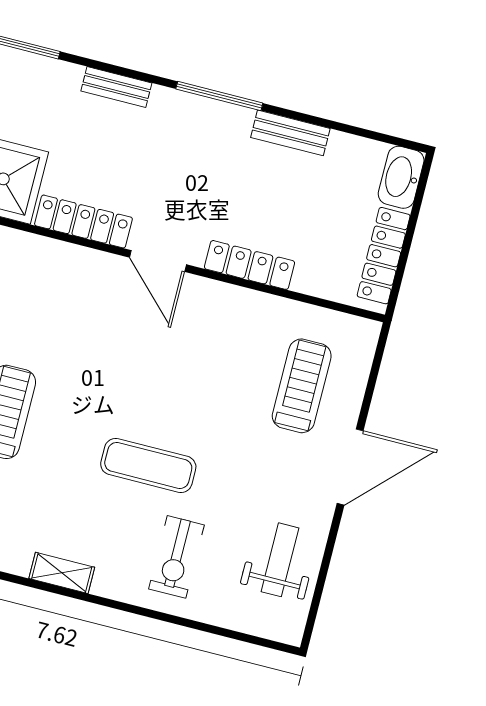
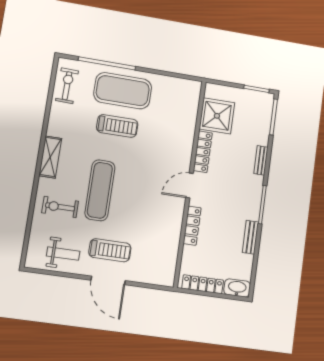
treadmill: (302, 386) -> (110, 250), moved
exercise mat: (148, 465) -> (100, 190), width x1.36, depth x1.45
shelving: (62, 573) -> (50, 157), width x1.50, depth x1.33

